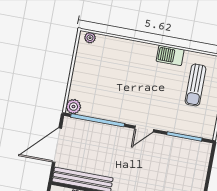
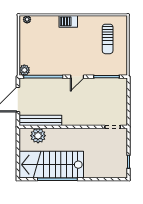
barbecue: (170, 55) -> (68, 21), moved

